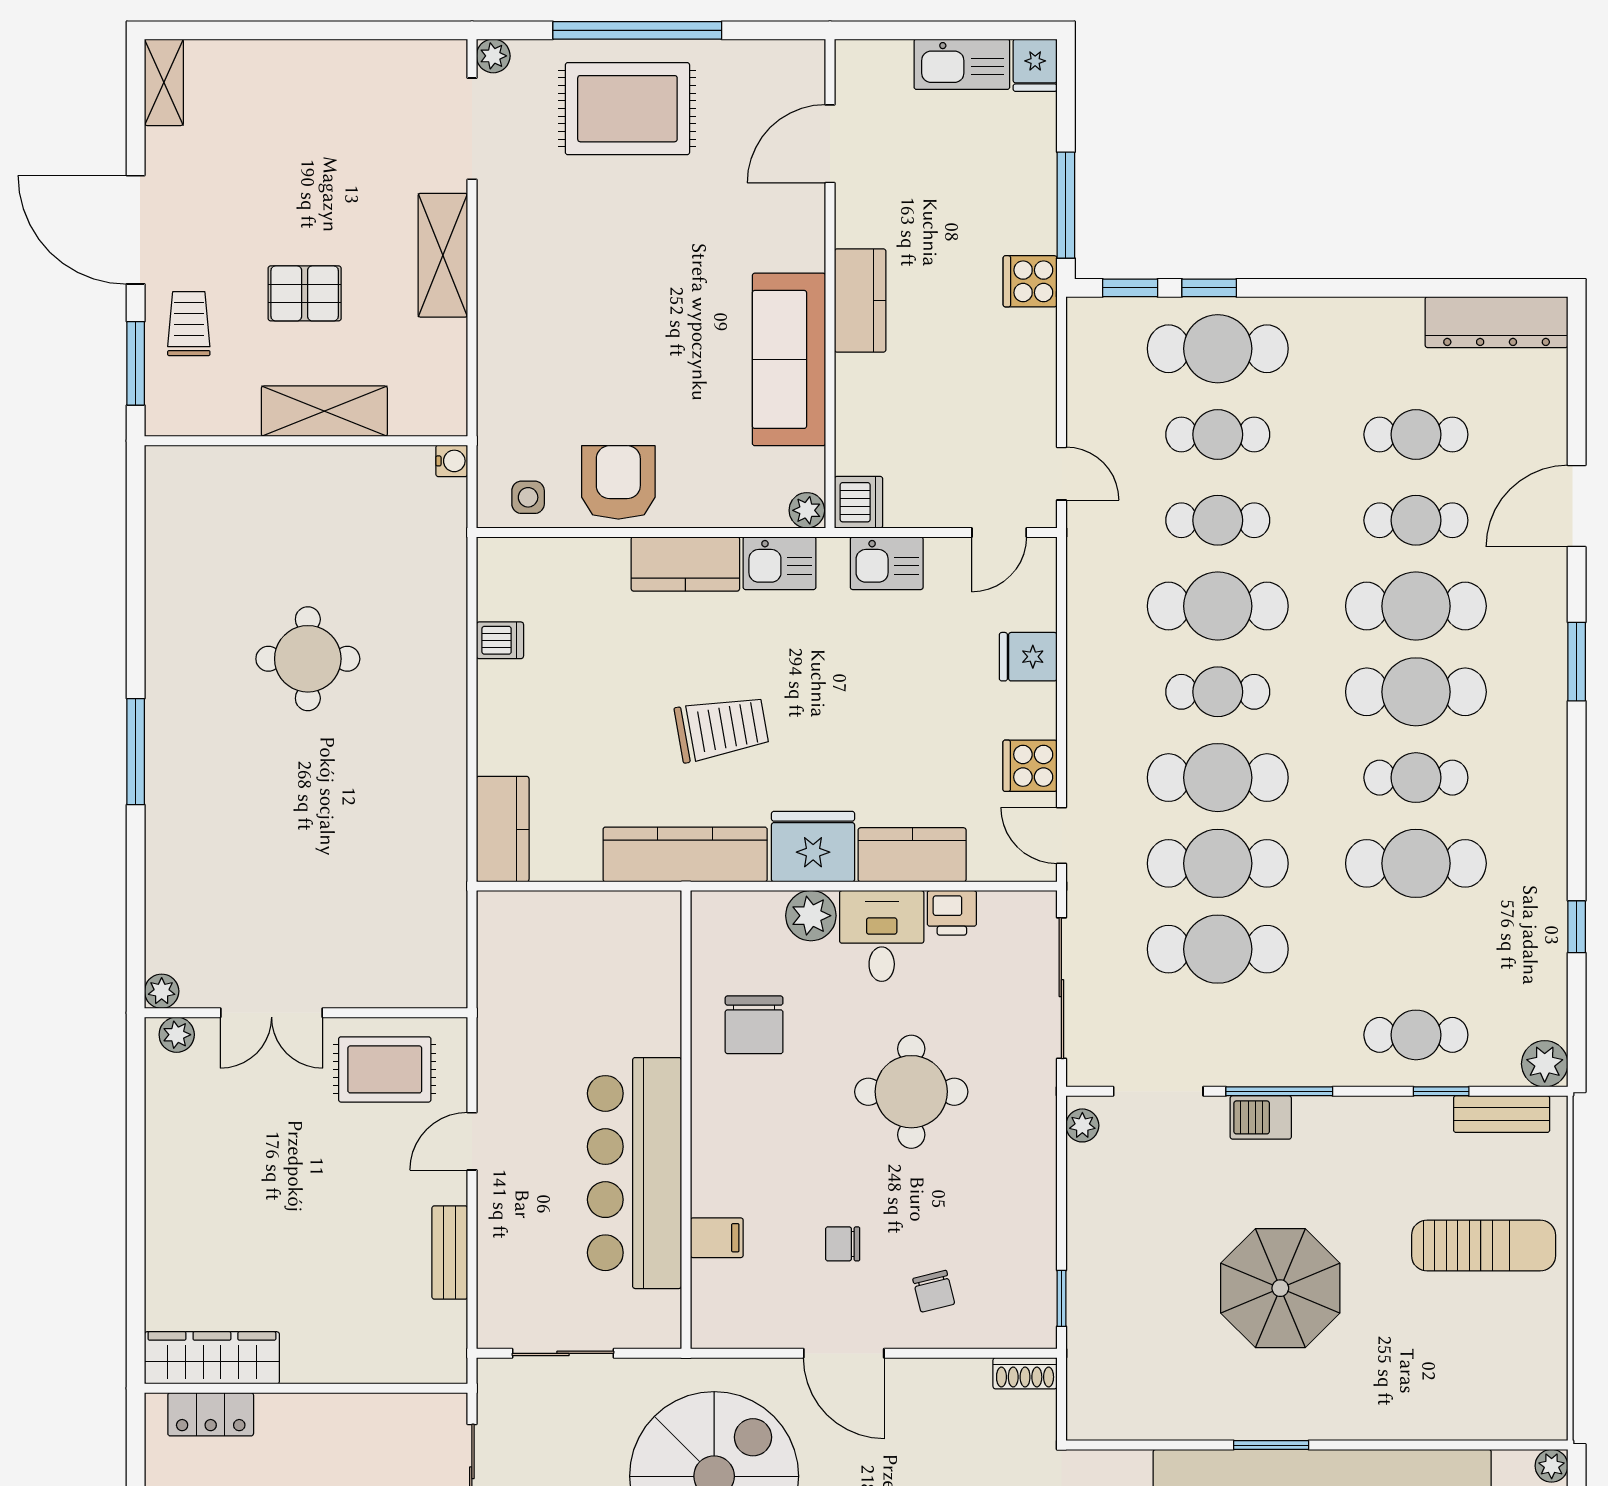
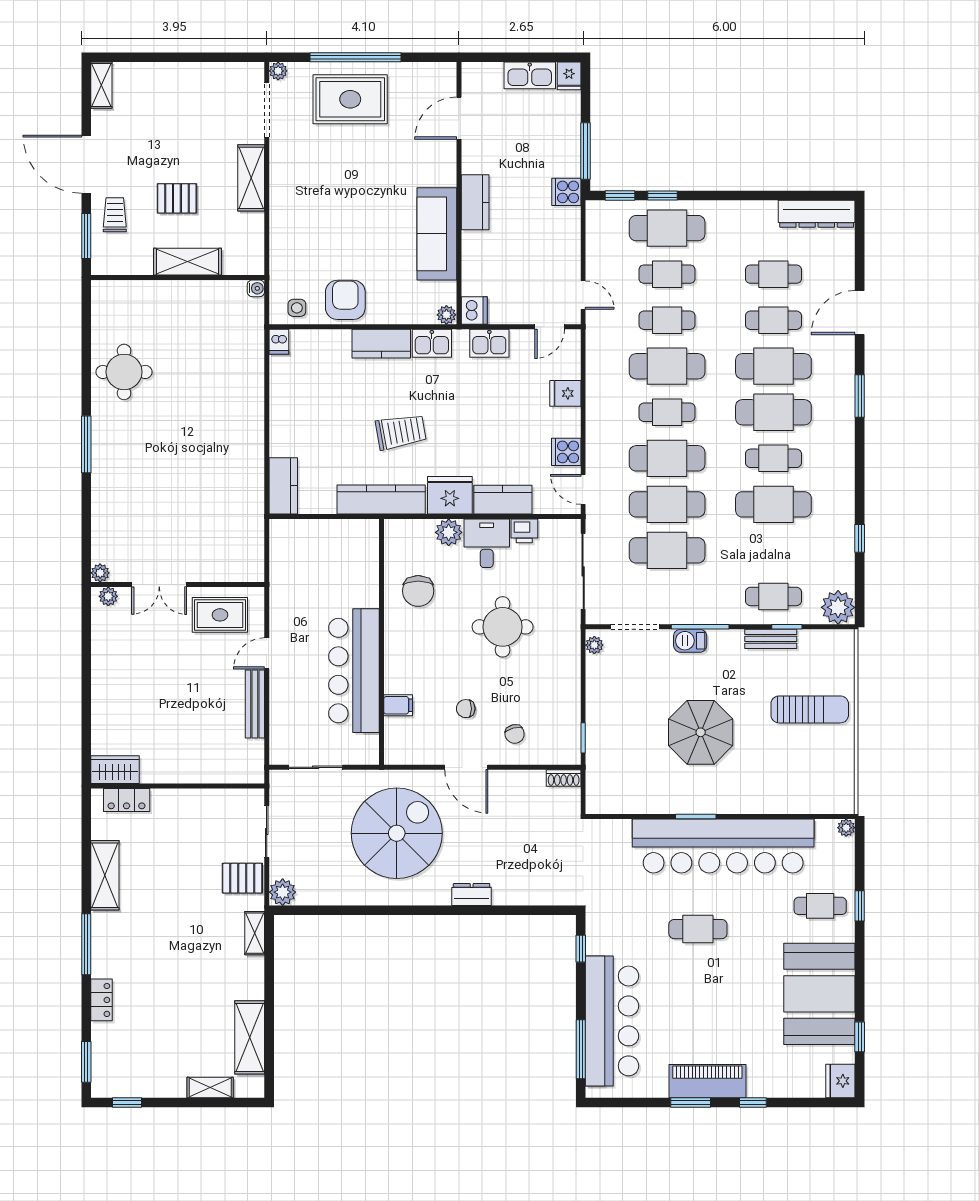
dishwasher: (500, 640) -> (279, 342), moved, turned 90
round table: (308, 659) -> (124, 372), moved
plant: (1545, 1064) -> (838, 607), width x1.36, depth x1.36
bench: (1502, 1114) -> (771, 639), moved
bench: (450, 1252) -> (255, 704), width x1.36
wardrobe: (212, 1358) -> (115, 770), width x0.67

